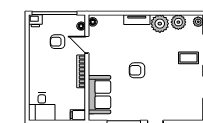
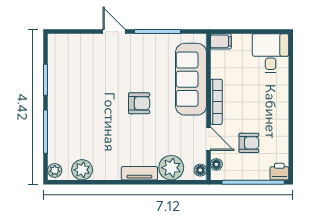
plant: (160, 24) -> (171, 168), moved
coffee table: (188, 58) -> (68, 120), removed
sofa: (99, 95) -> (191, 79), width x1.36

